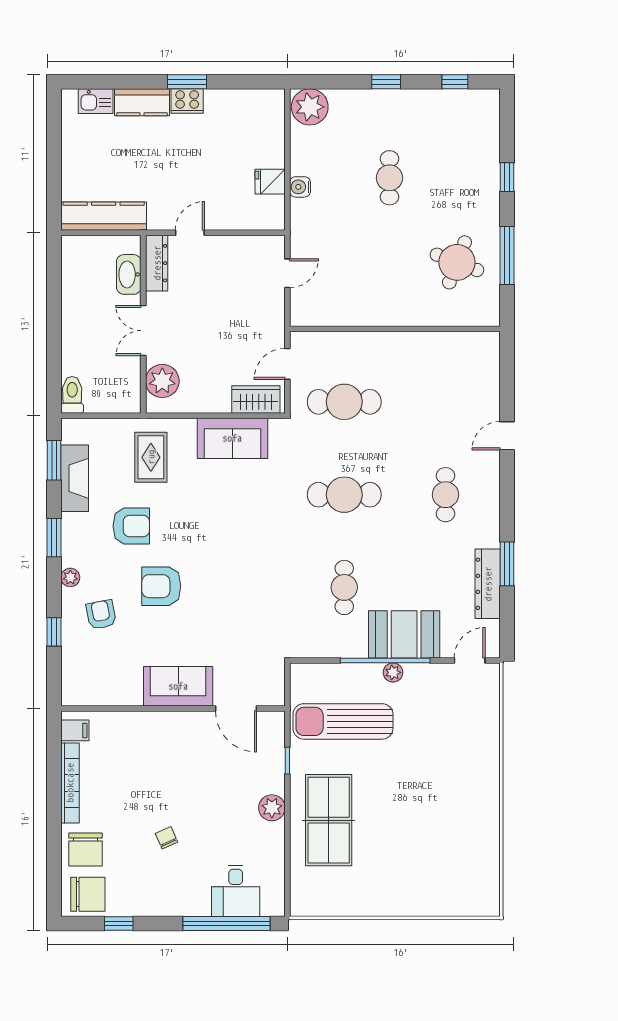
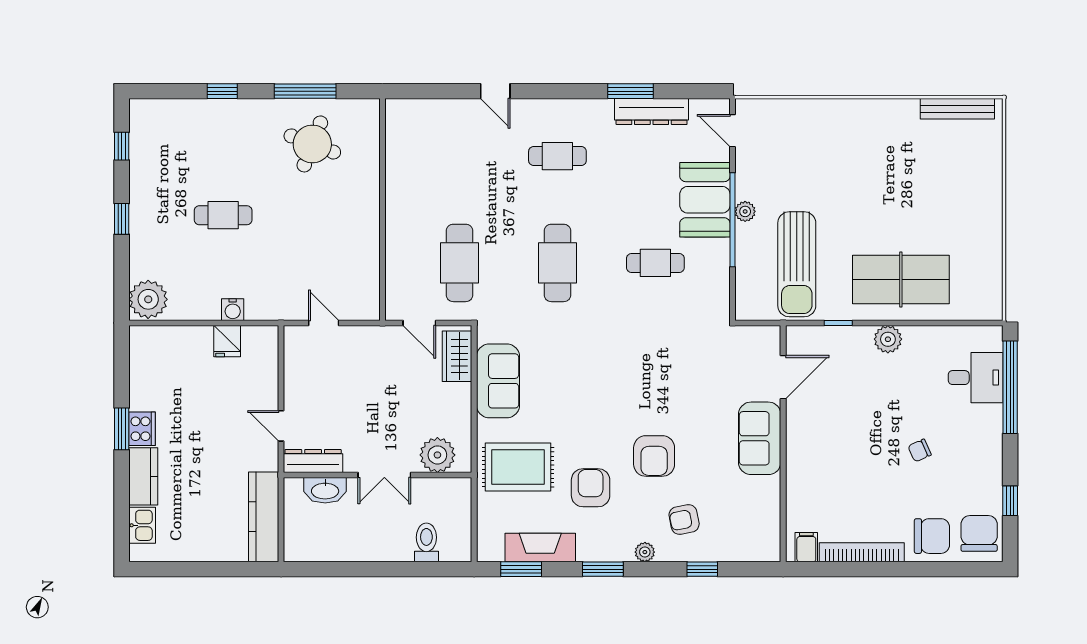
toilet: (72, 395) -> (426, 542), moved, turned 90
rug: (151, 457) -> (518, 467), width x1.36, depth x1.43
bench: (490, 874) -> (957, 109), added

